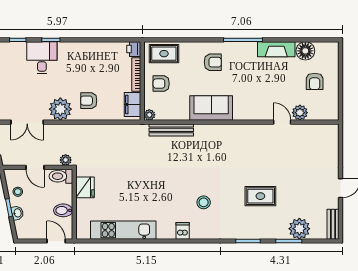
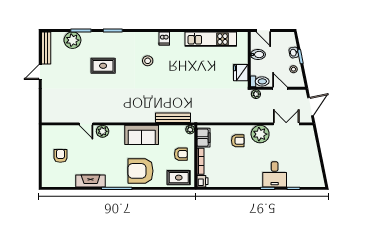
floor lamp: (305, 51) -> (68, 180), removed
armchair: (213, 62) -> (140, 171), width x1.88, depth x1.88
plant: (300, 113) -> (103, 131), moved
bench: (333, 224) -> (46, 48), width x1.36

